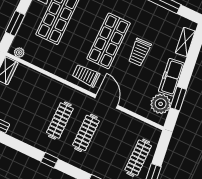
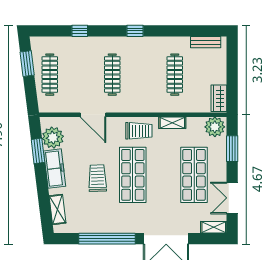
plant: (19, 52) -> (215, 127), width x1.87, depth x1.87
shelving: (55, 69) -> (172, 123), added
door: (106, 101) -> (93, 115), moved
clothes rail: (60, 121) -> (175, 75), moved

